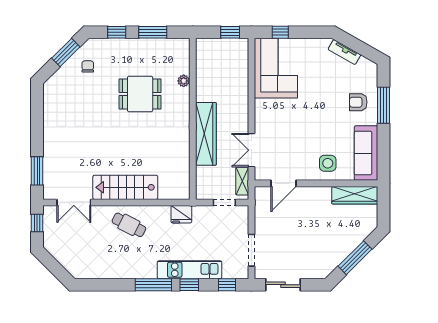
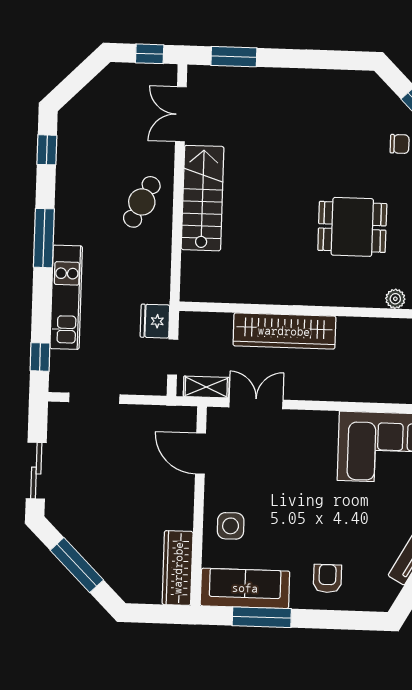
plant: (184, 81) -> (395, 299), moved
dining table: (140, 94) -> (352, 227), turned 90
window: (384, 105) -> (262, 617), moved
fridge: (181, 214) -> (155, 321), moved
window: (189, 285) -> (47, 150), moved
sliding door: (283, 285) -> (36, 471), moved

